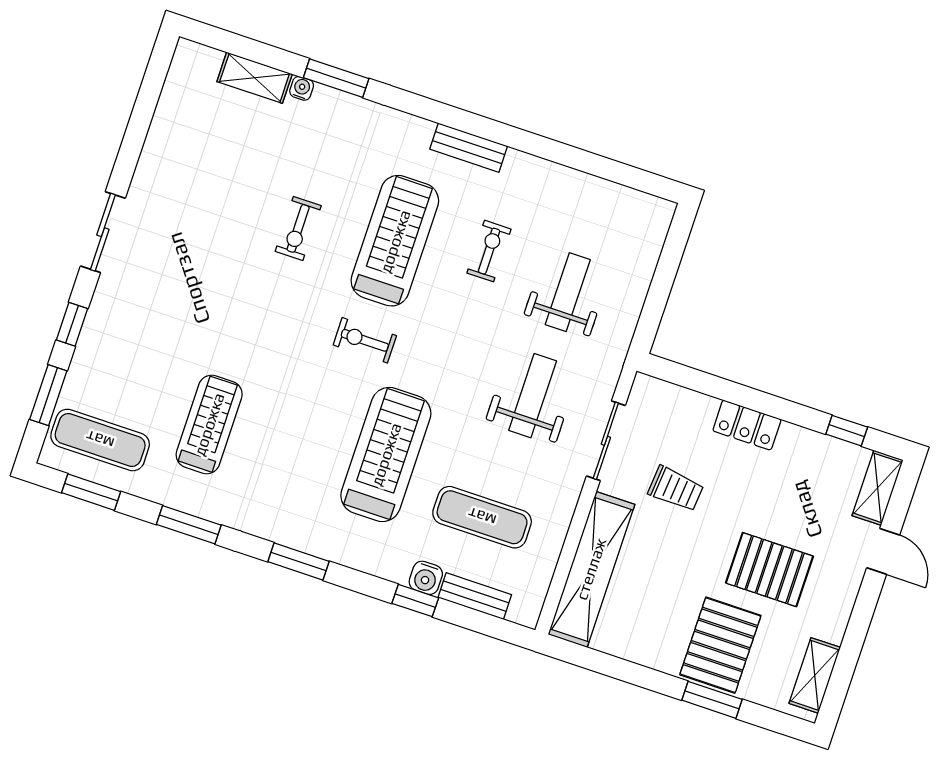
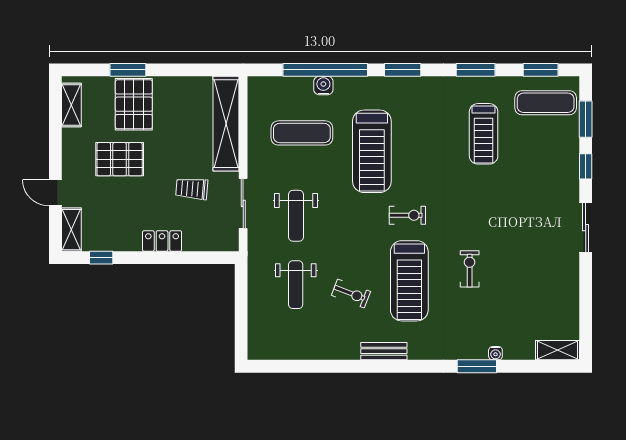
shelving: (255, 78) -> (557, 350), moved
exercise bike: (489, 251) -> (351, 293), turned -69
bench: (475, 596) -> (290, 84), removed
window: (415, 601) -> (325, 70), width x3.17

